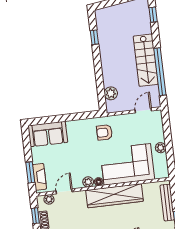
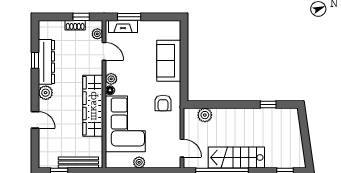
armchair: (104, 132) -> (163, 103), turned 180
sofa: (48, 134) -> (169, 61), moved

